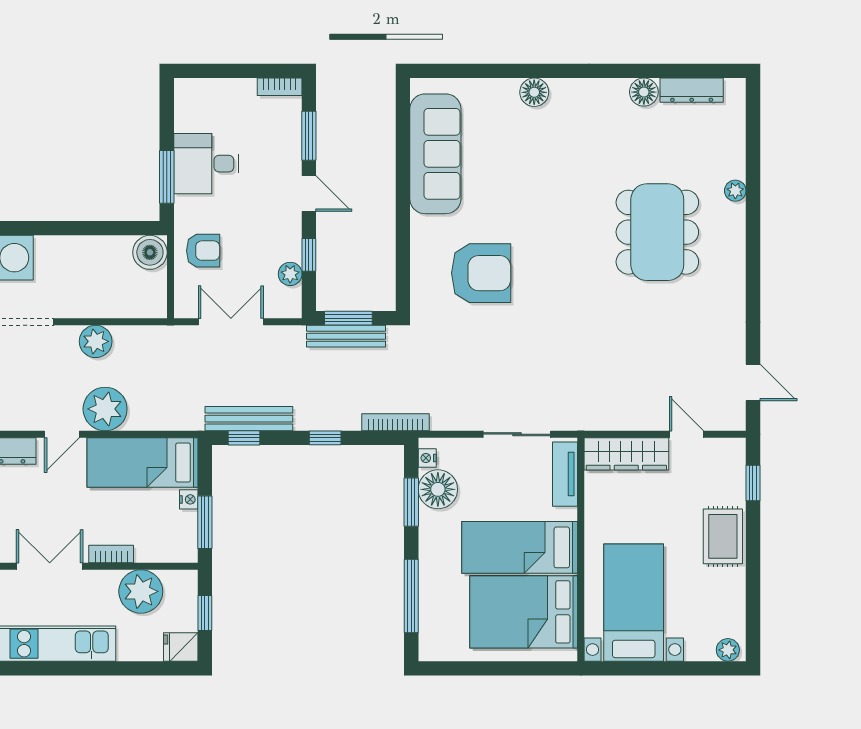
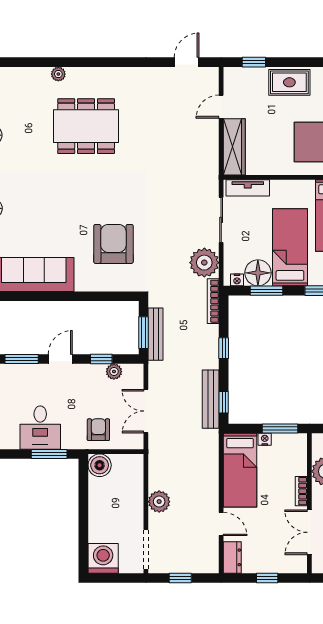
plant: (105, 409) -> (204, 263), moved
bed: (520, 547) -> (290, 247), moved, turned 180

